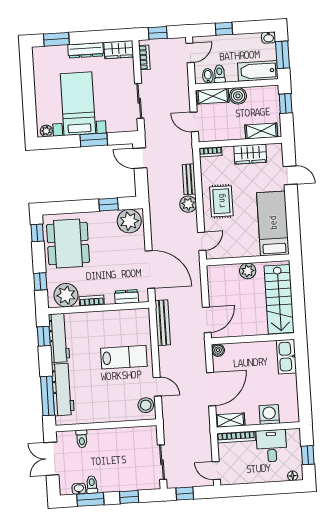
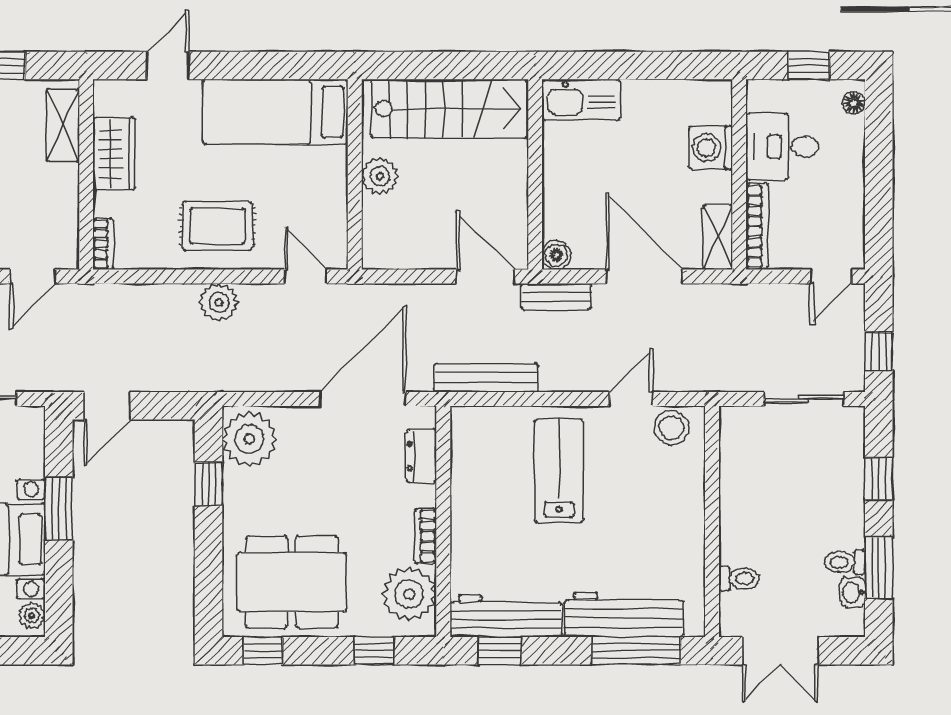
bench: (189, 179) -> (556, 297), moved

